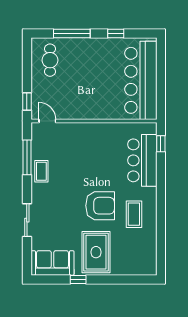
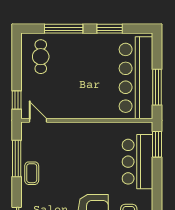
window: (116, 33) -> (110, 29), width x1.50
window: (161, 89) -> (157, 87), added
window: (161, 144) -> (157, 144), width x1.50

